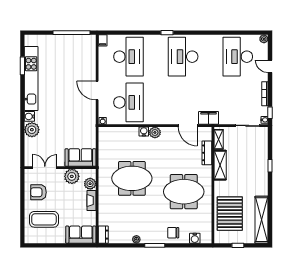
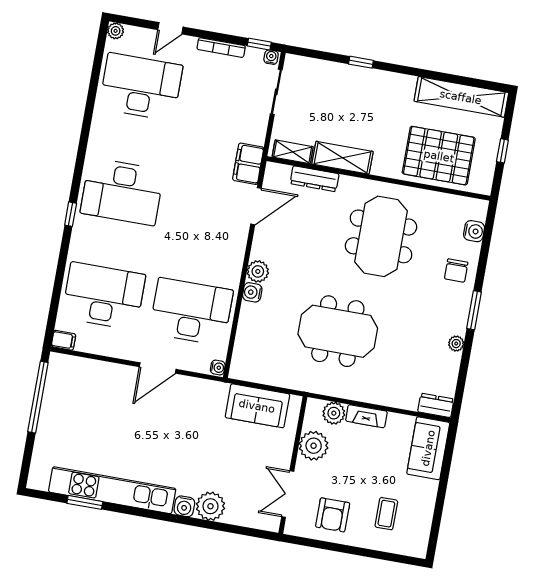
desk: (238, 57) -> (141, 87), turned 180
sofa: (80, 158) -> (257, 406), moved, turned -90
meeting table: (132, 178) -> (338, 331), turned 90
coffee table: (44, 219) -> (386, 514), width x0.54, depth x0.58

